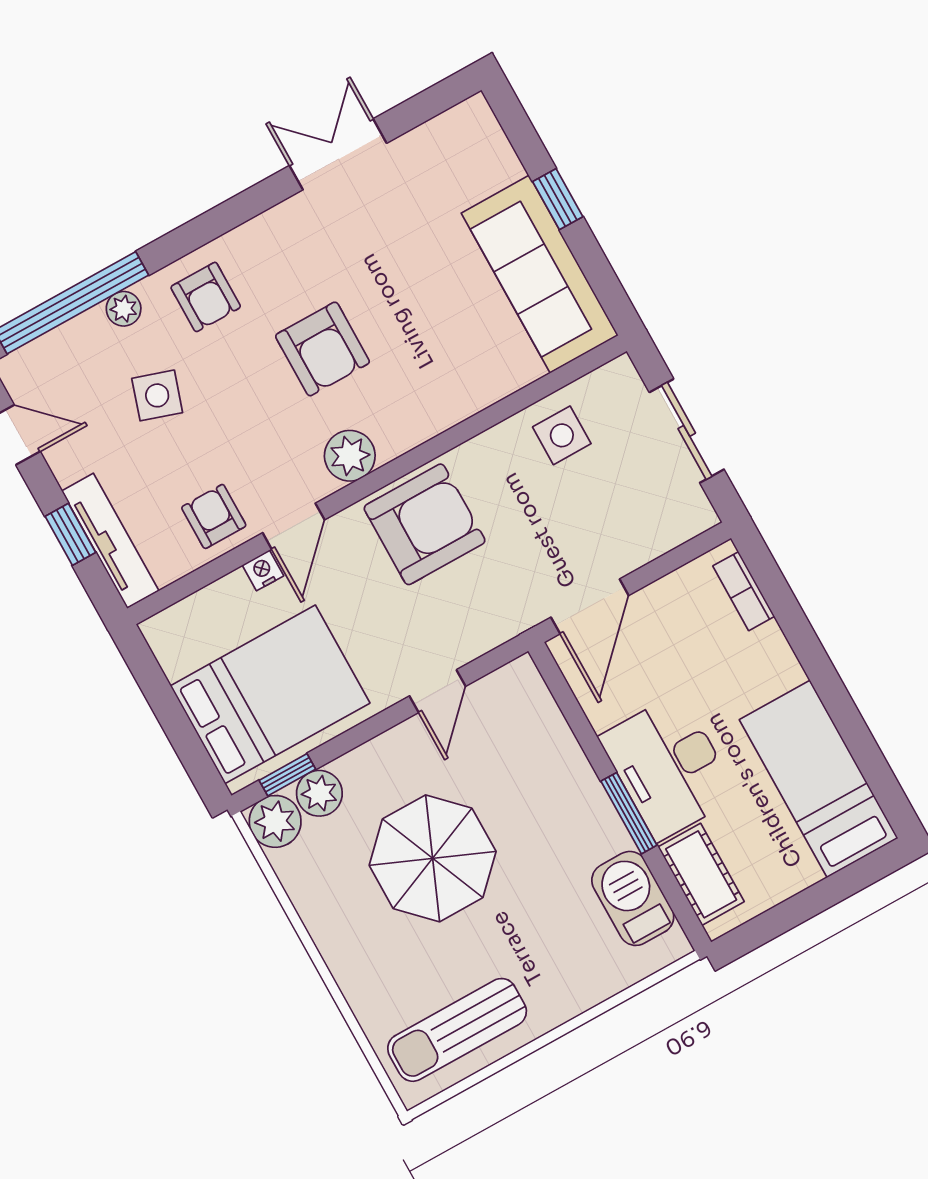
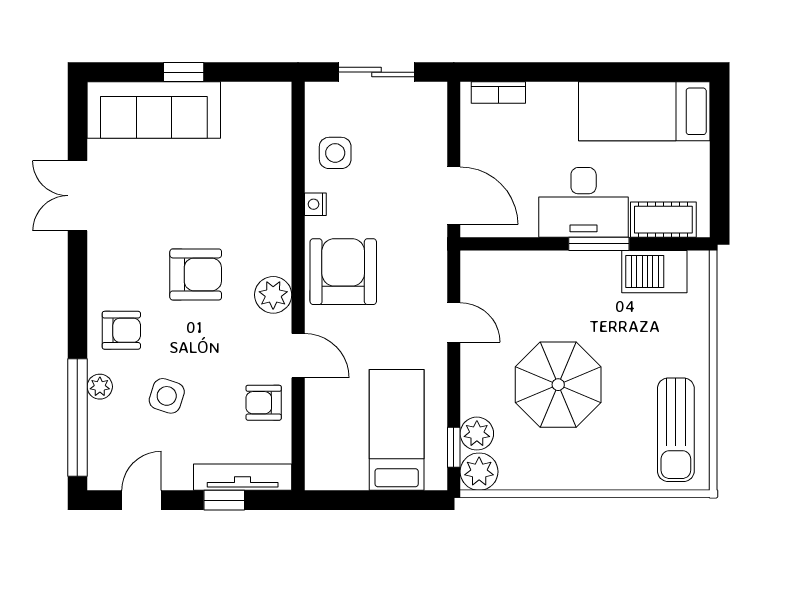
sofa: (540, 274) -> (154, 110), moved
nightstand: (263, 570) -> (315, 204), moved
bed: (270, 694) -> (397, 430), width x0.67

